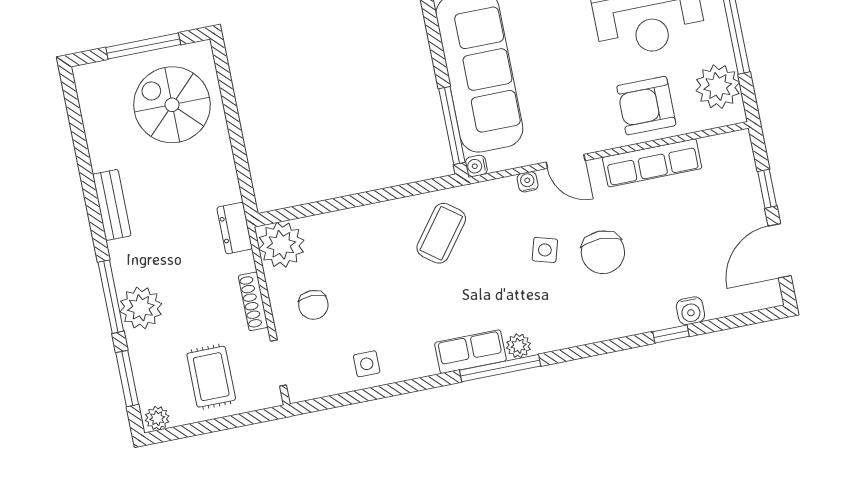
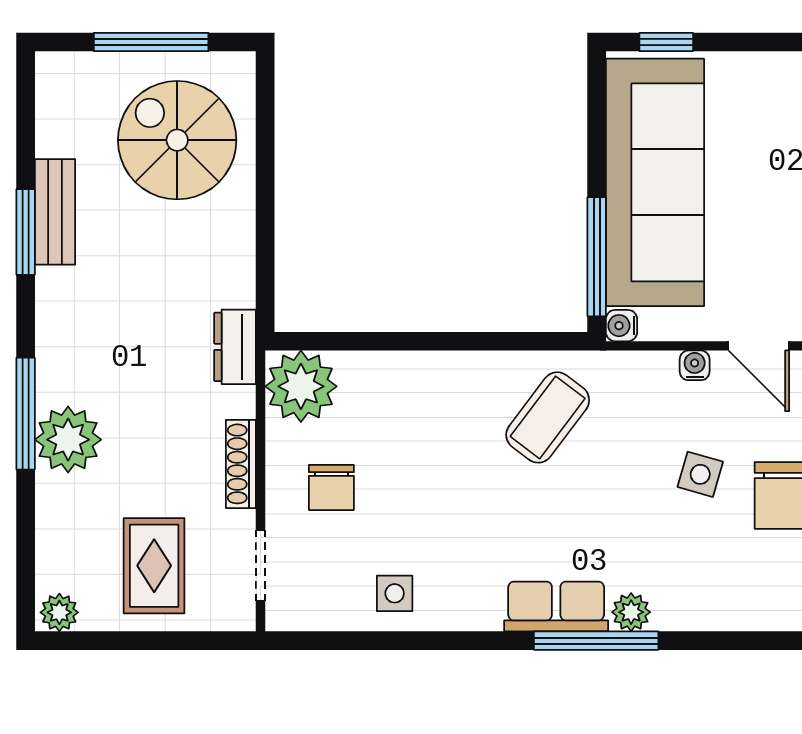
bench: (112, 205) -> (55, 212), moved
window: (127, 379) -> (26, 232), moved

